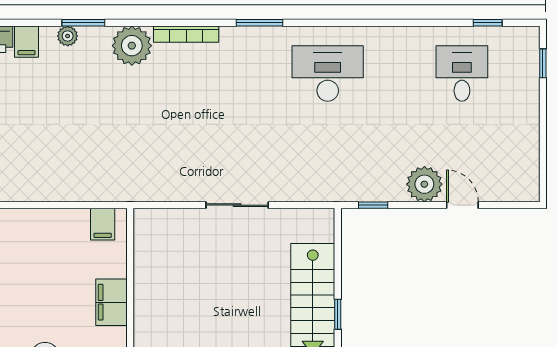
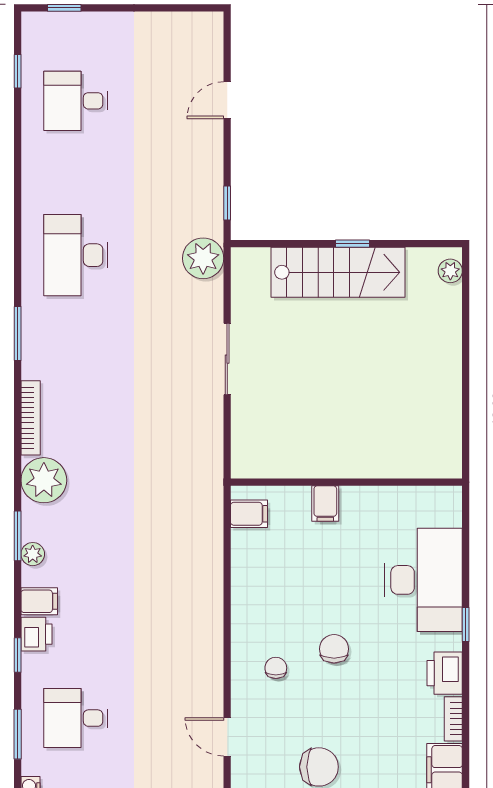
plant: (424, 184) -> (203, 258), moved
filing cabinet: (112, 302) -> (325, 504), width x0.50

